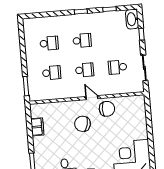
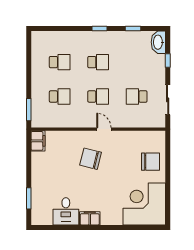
chair: (107, 109) -> (150, 162), moved
filing cabinet: (37, 127) -> (38, 141), moved

